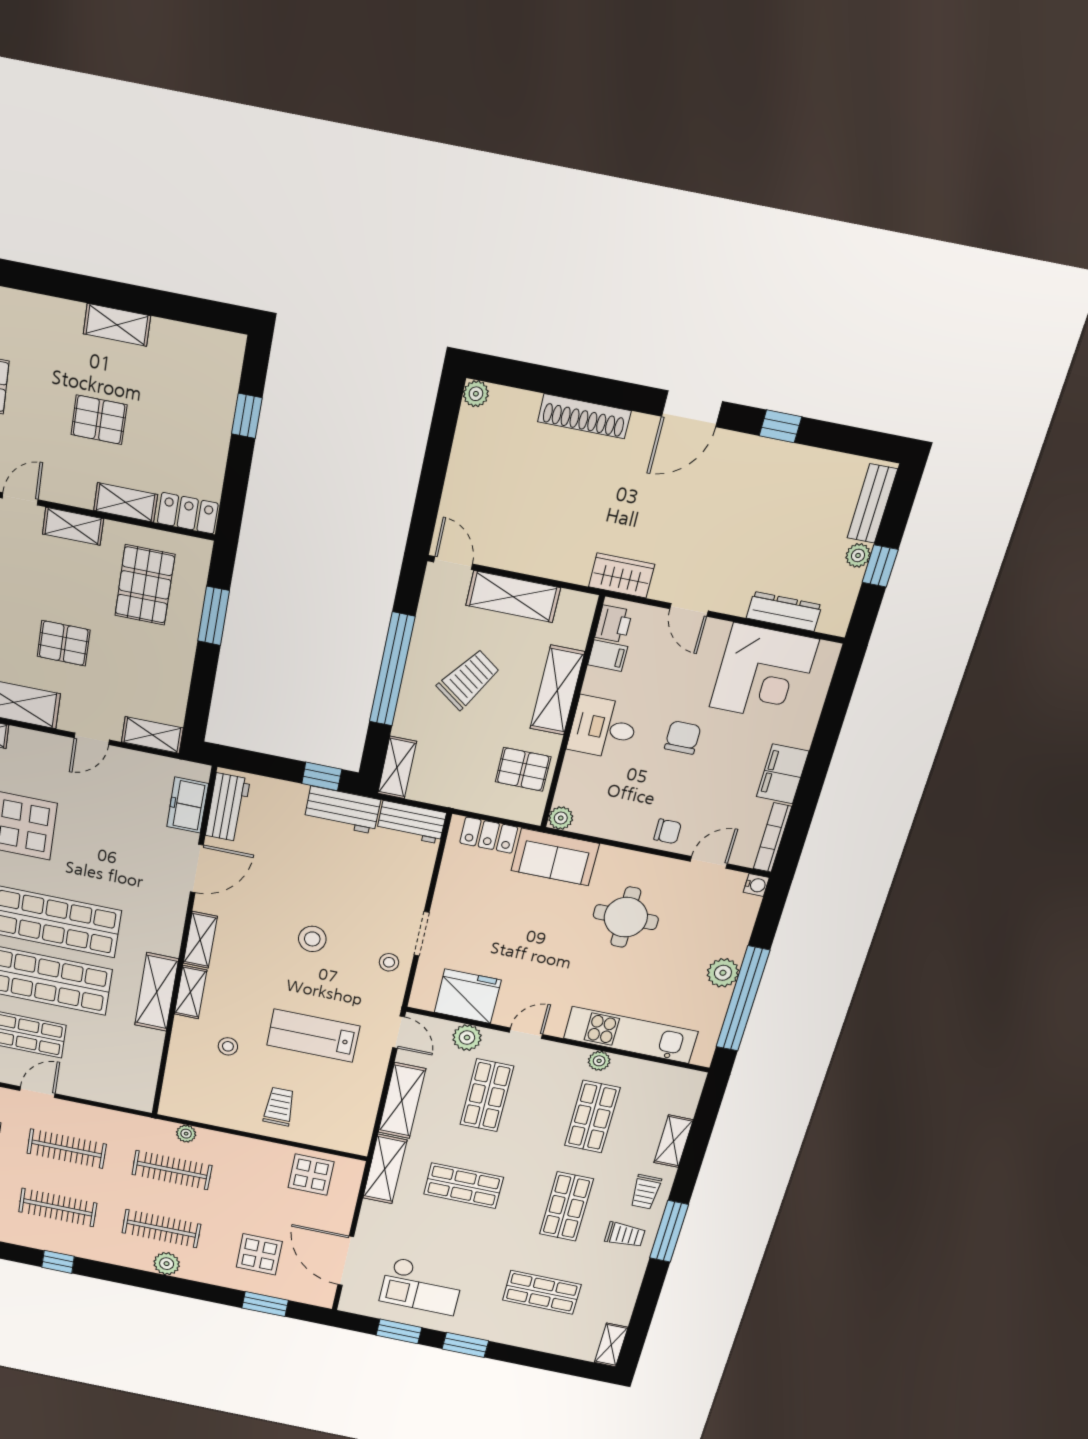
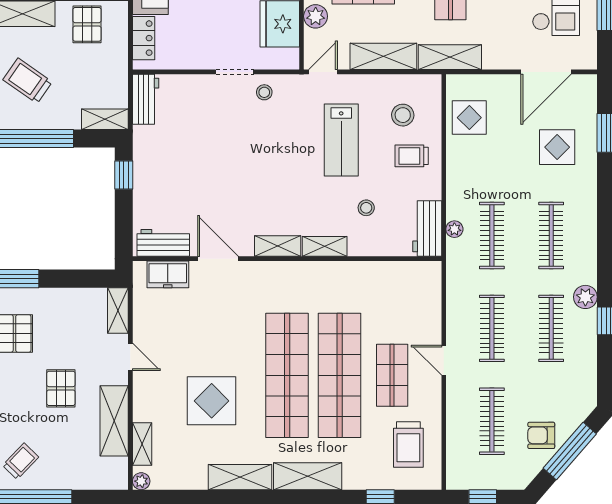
workbench: (342, 810) -> (427, 229), moved, turned 180
stool: (312, 939) -> (403, 115), moved
shelving: (157, 992) -> (331, 274), removed
plant: (167, 1264) -> (585, 297), moved

